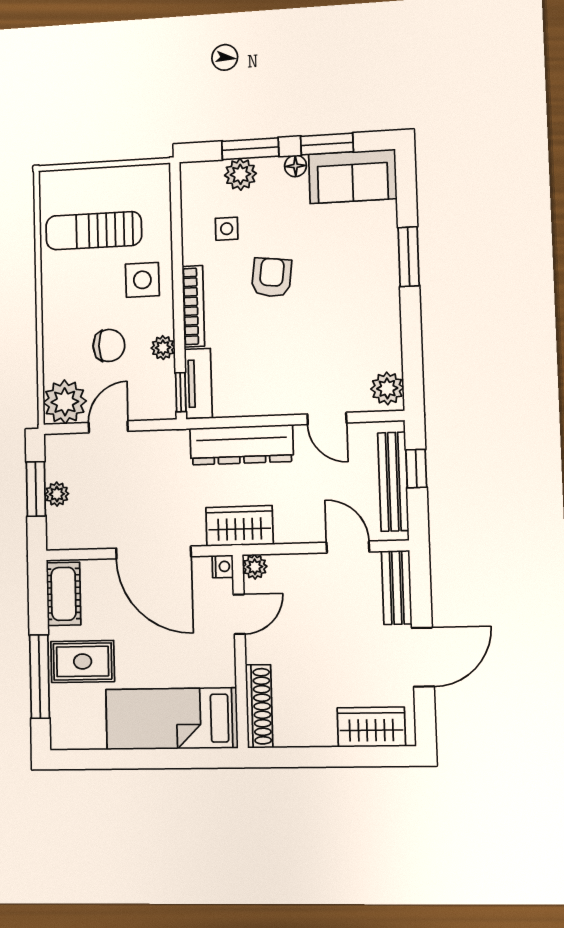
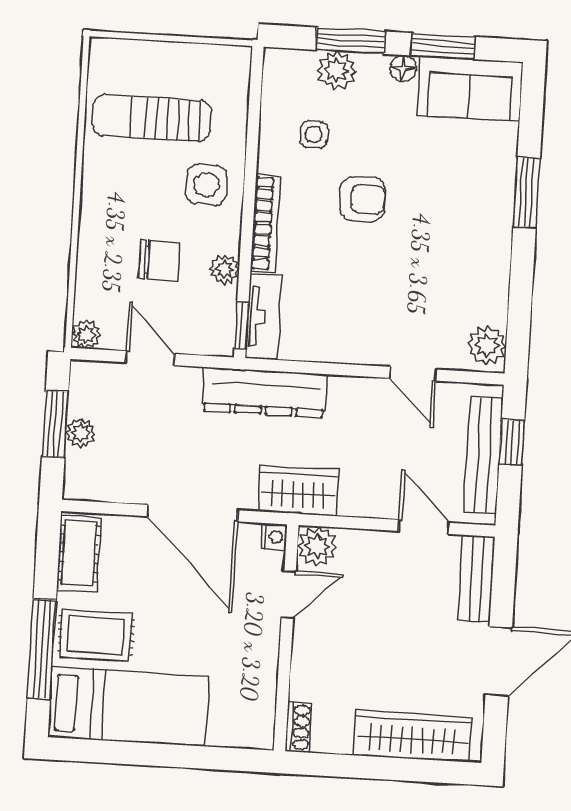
armchair: (272, 277) -> (363, 199), turned 83
plant: (65, 402) -> (86, 334), width x0.53, depth x0.53
door: (108, 427) -> (150, 358), hinge flipped
dresser: (242, 445) -> (264, 392), moved
plant: (255, 567) -> (317, 546), width x1.38, depth x1.38
shoe rack: (259, 706) -> (299, 727), width x0.51, depth x0.81
bed: (172, 719) -> (128, 707), moved, turned 180
wardrobe: (371, 727) -> (412, 736), width x1.50

